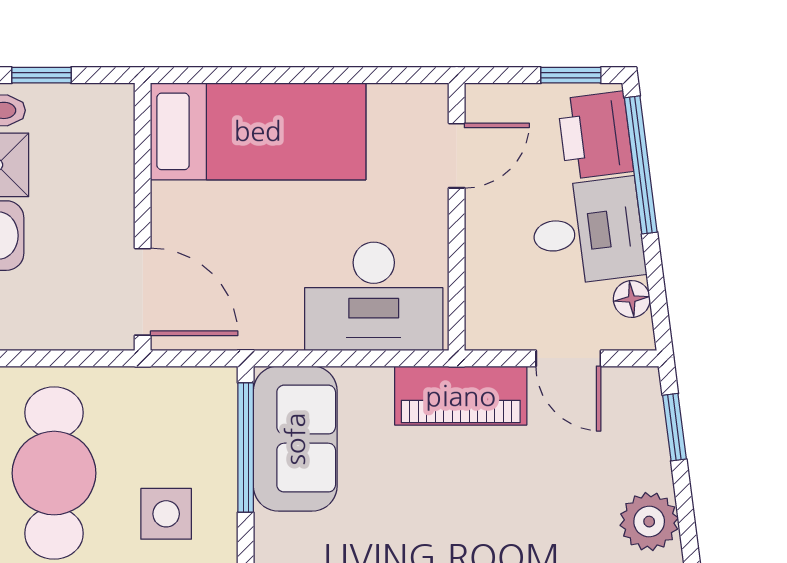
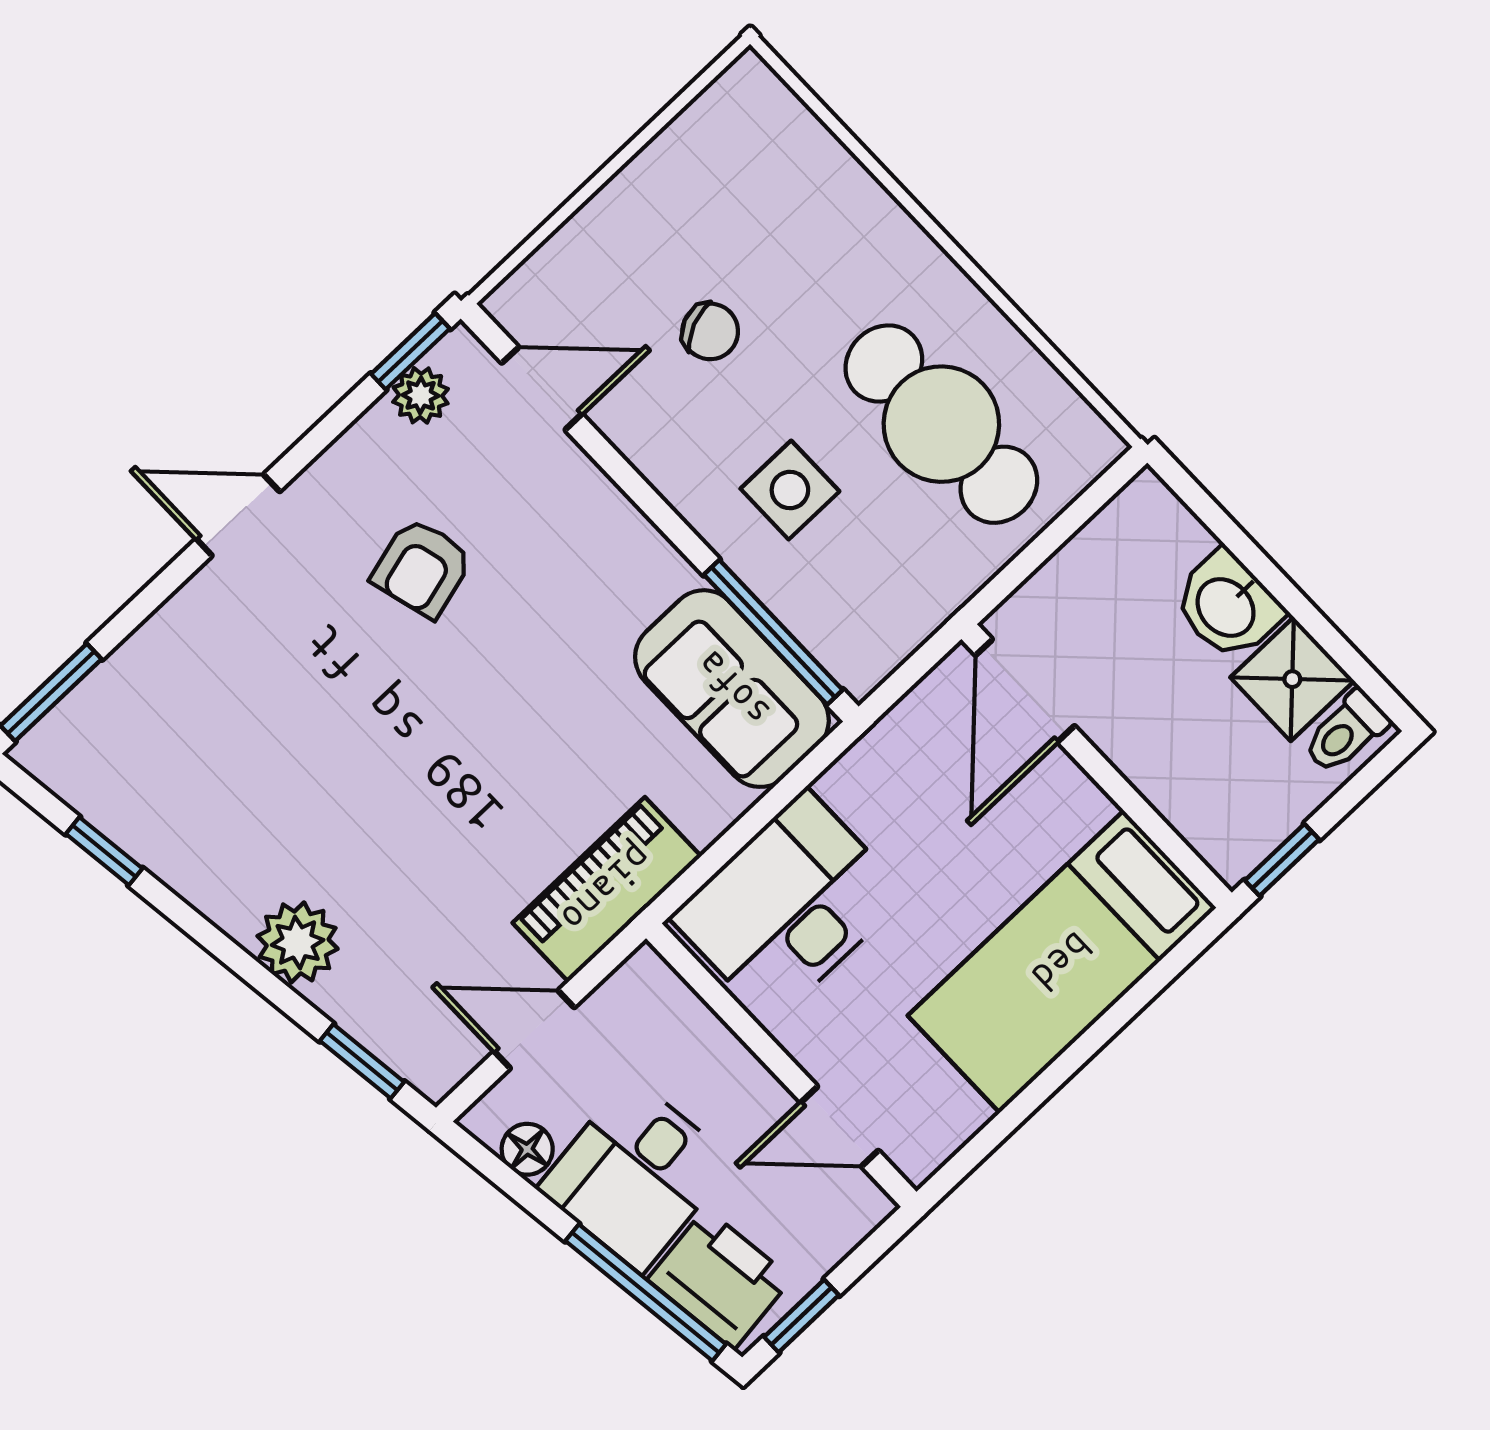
window: (41, 75) -> (1282, 860), moved
door: (457, 156) -> (840, 1126), hinge flipped
door: (143, 292) -> (1025, 691), hinge flipped

